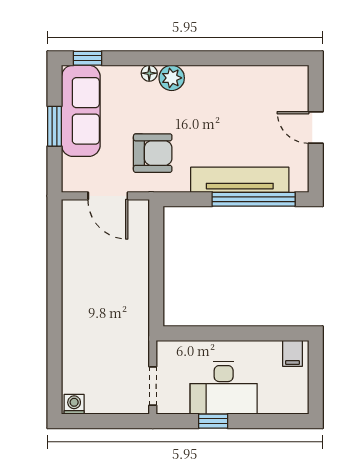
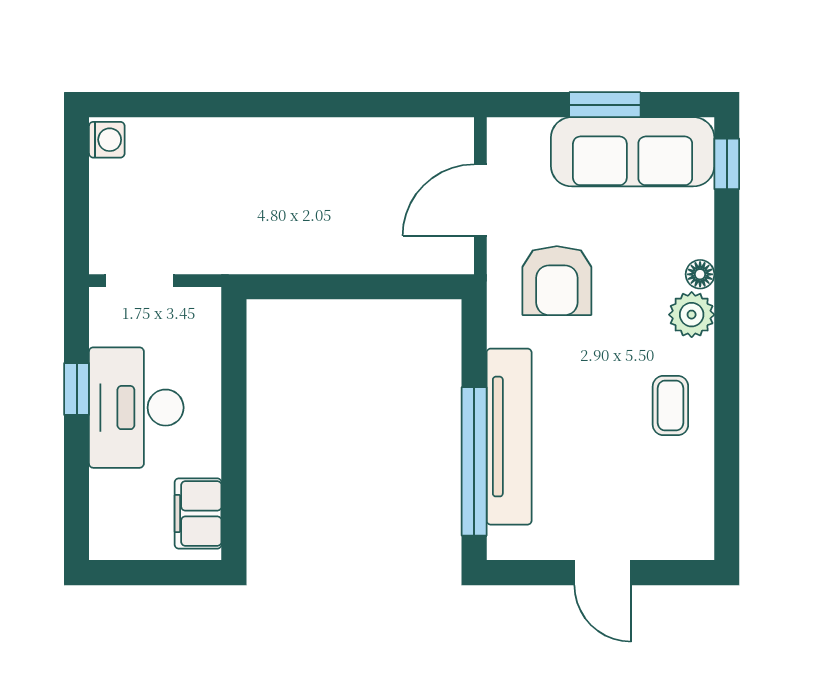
coffee table: (222, 90) -> (670, 406), added
door: (316, 128) -> (603, 573), swing flipped
filing cabinet: (293, 353) -> (198, 514), width x2.00

